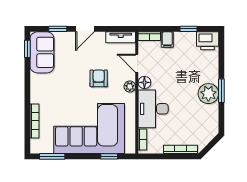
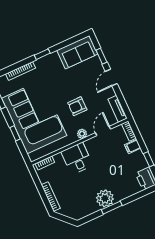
door: (85, 29) -> (111, 78), hinge flipped
window: (27, 49) -> (42, 54), moved
armchair: (99, 78) -> (77, 106), turned 180
floor lamp: (144, 82) -> (91, 144), removed
desk: (153, 109) -> (77, 158), width x0.73
window: (109, 156) -> (15, 133), moved

